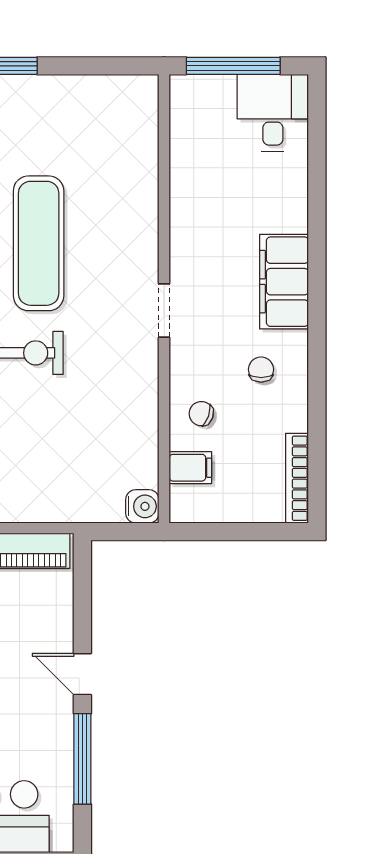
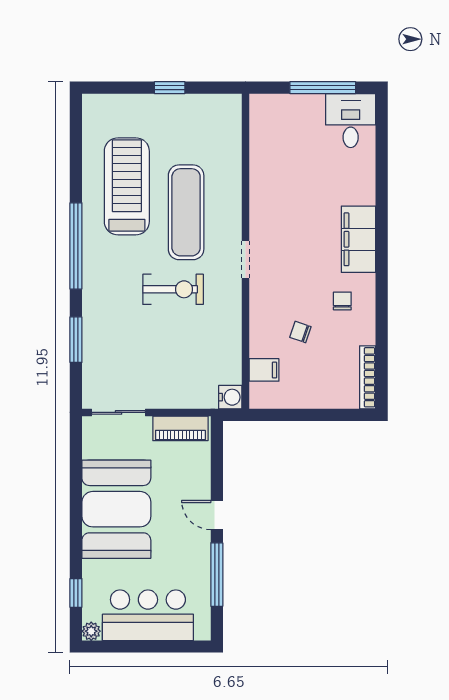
wall: (164, 299) -> (246, 251), moved
doorway: (164, 311) -> (246, 260), moved
filing cabinet: (190, 468) -> (264, 370), moved
water cooler: (142, 506) -> (230, 397), moved

